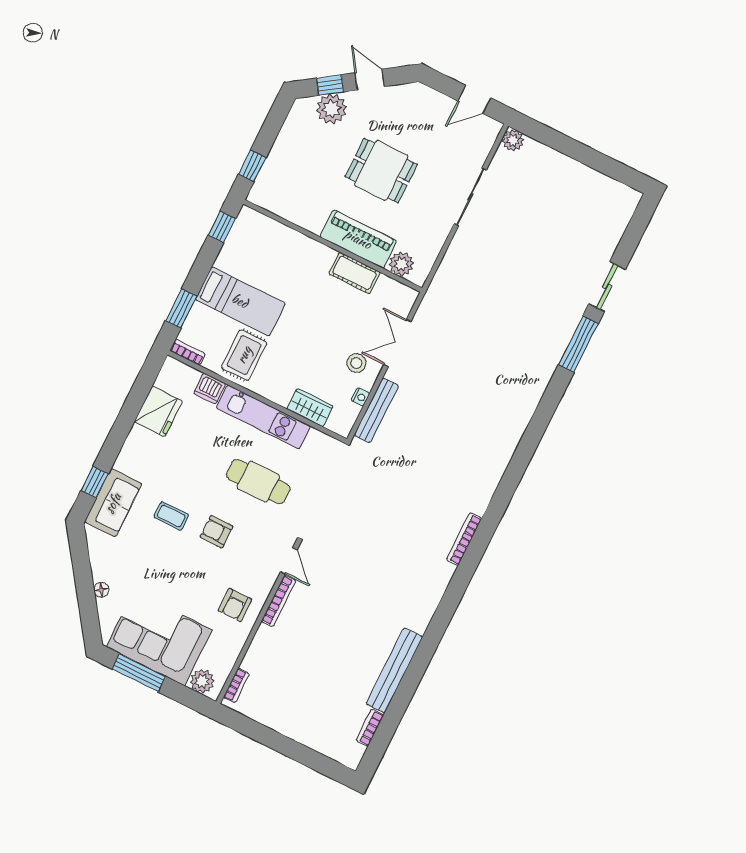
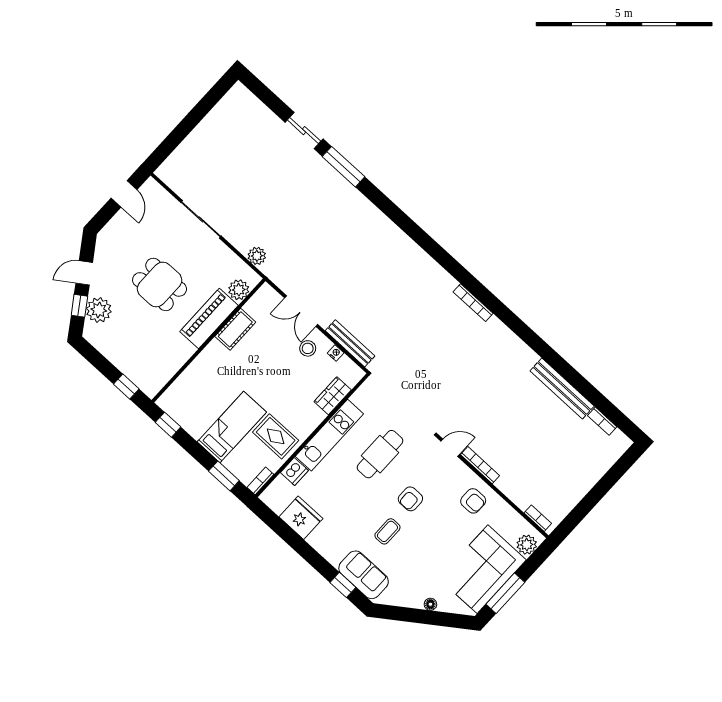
plant: (513, 140) -> (257, 256), moved
dining table: (381, 171) -> (160, 284), turned 90

